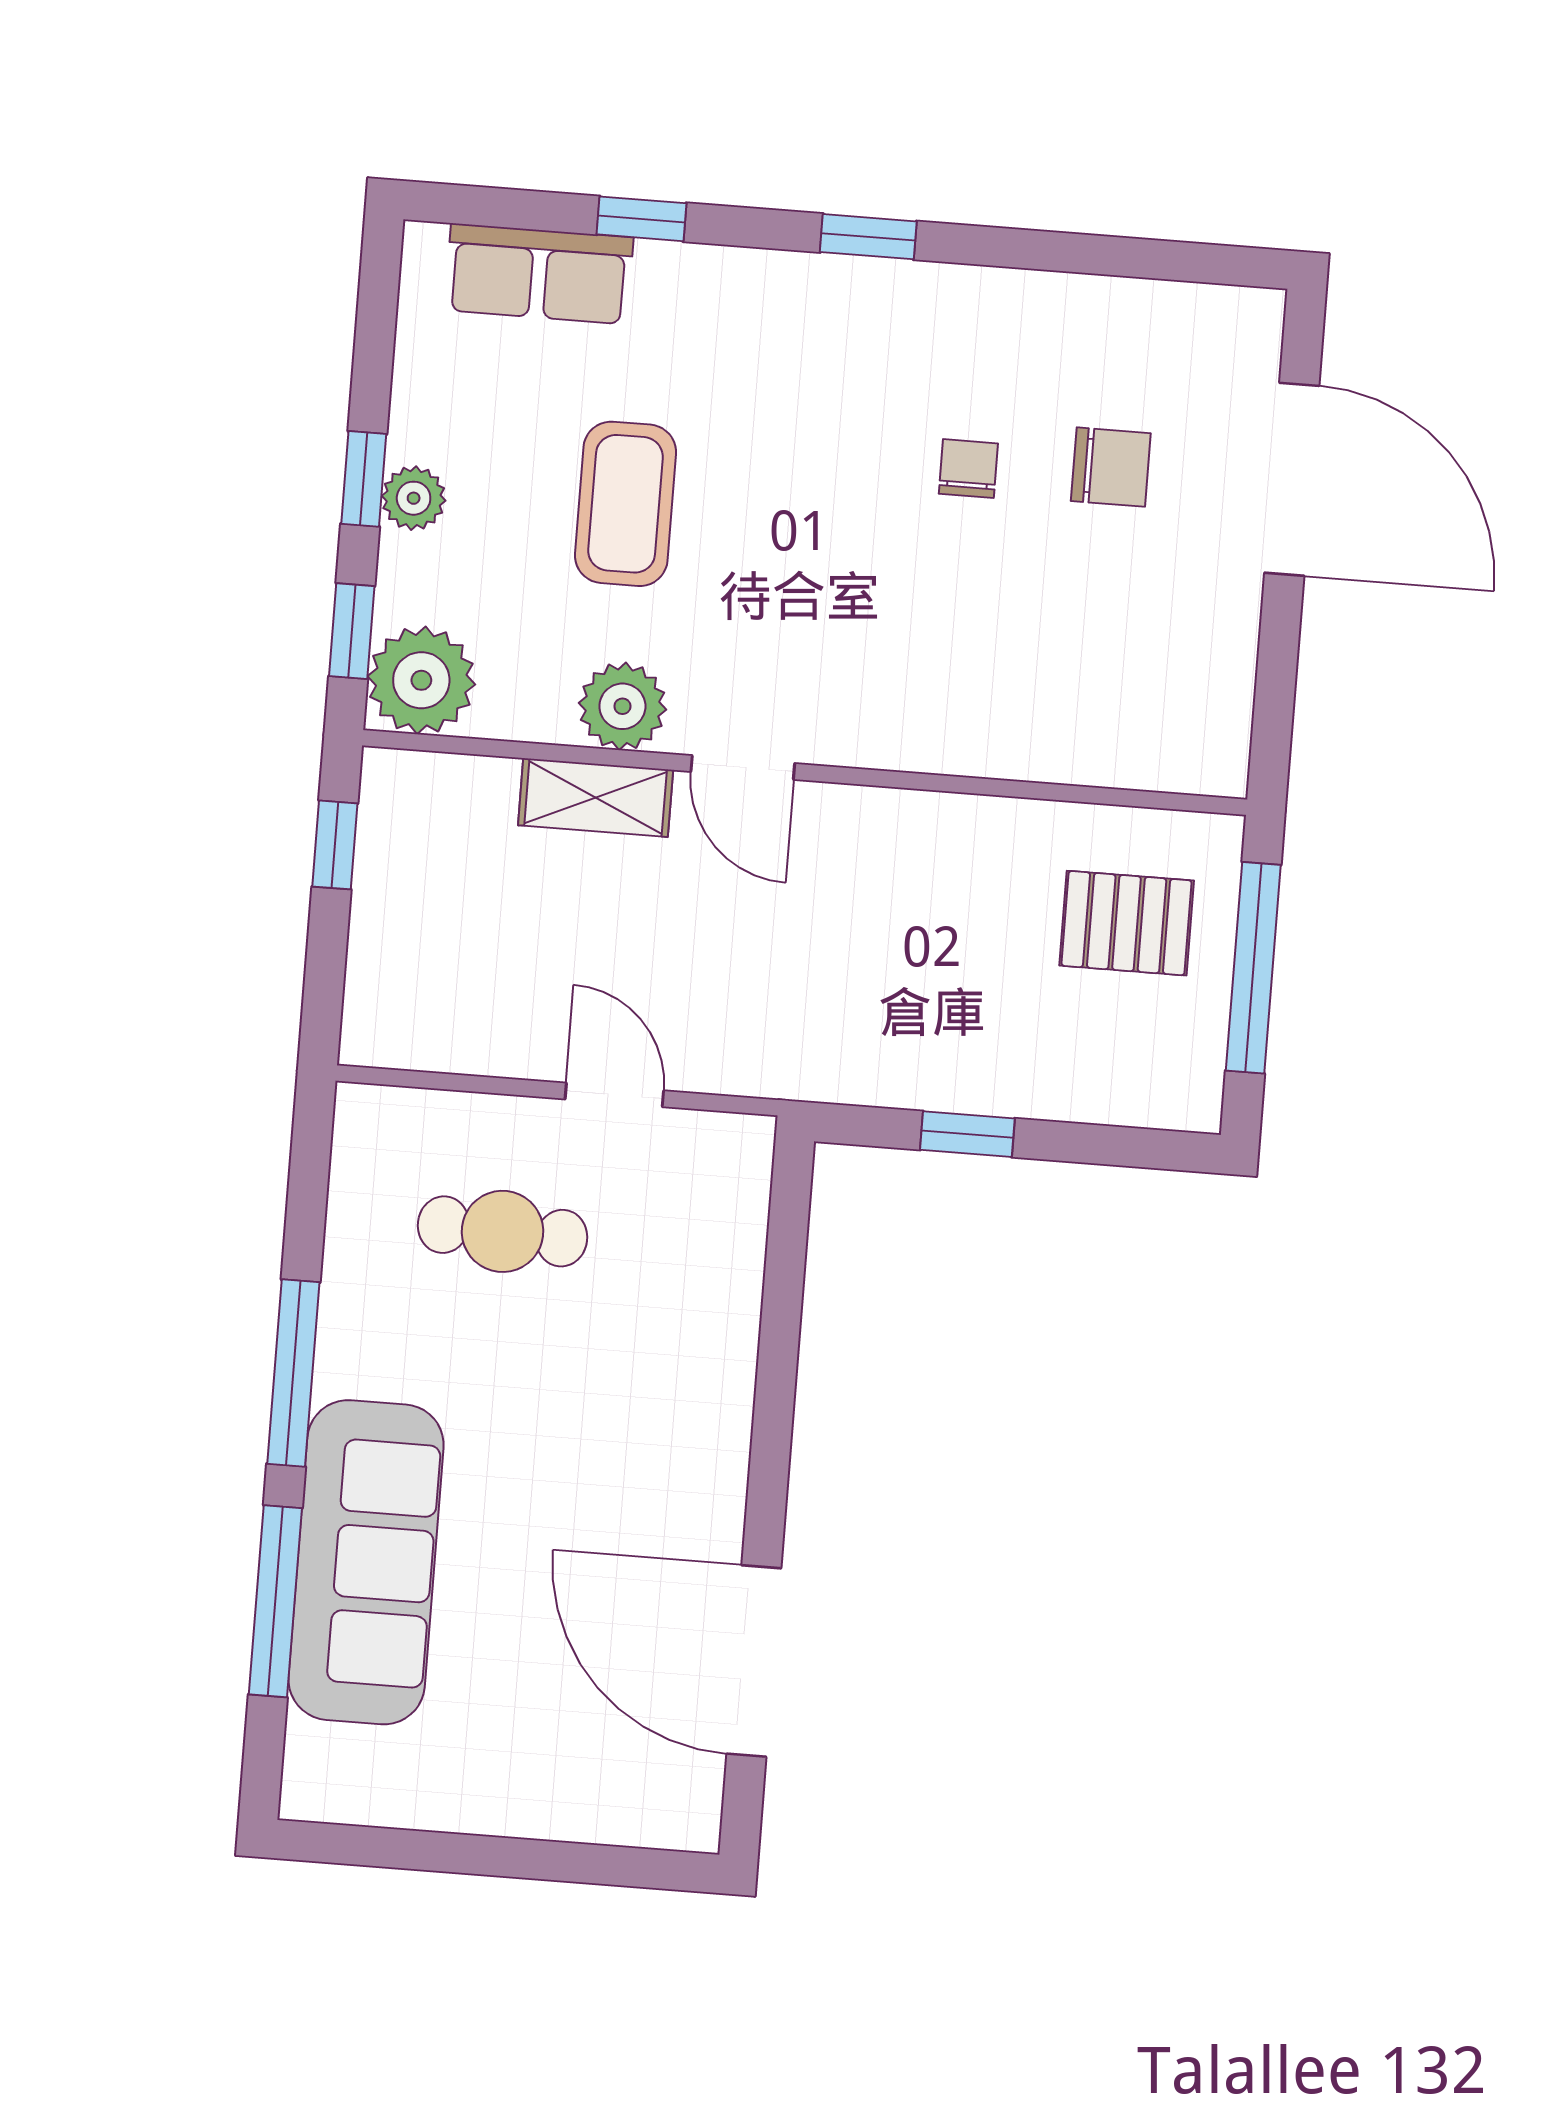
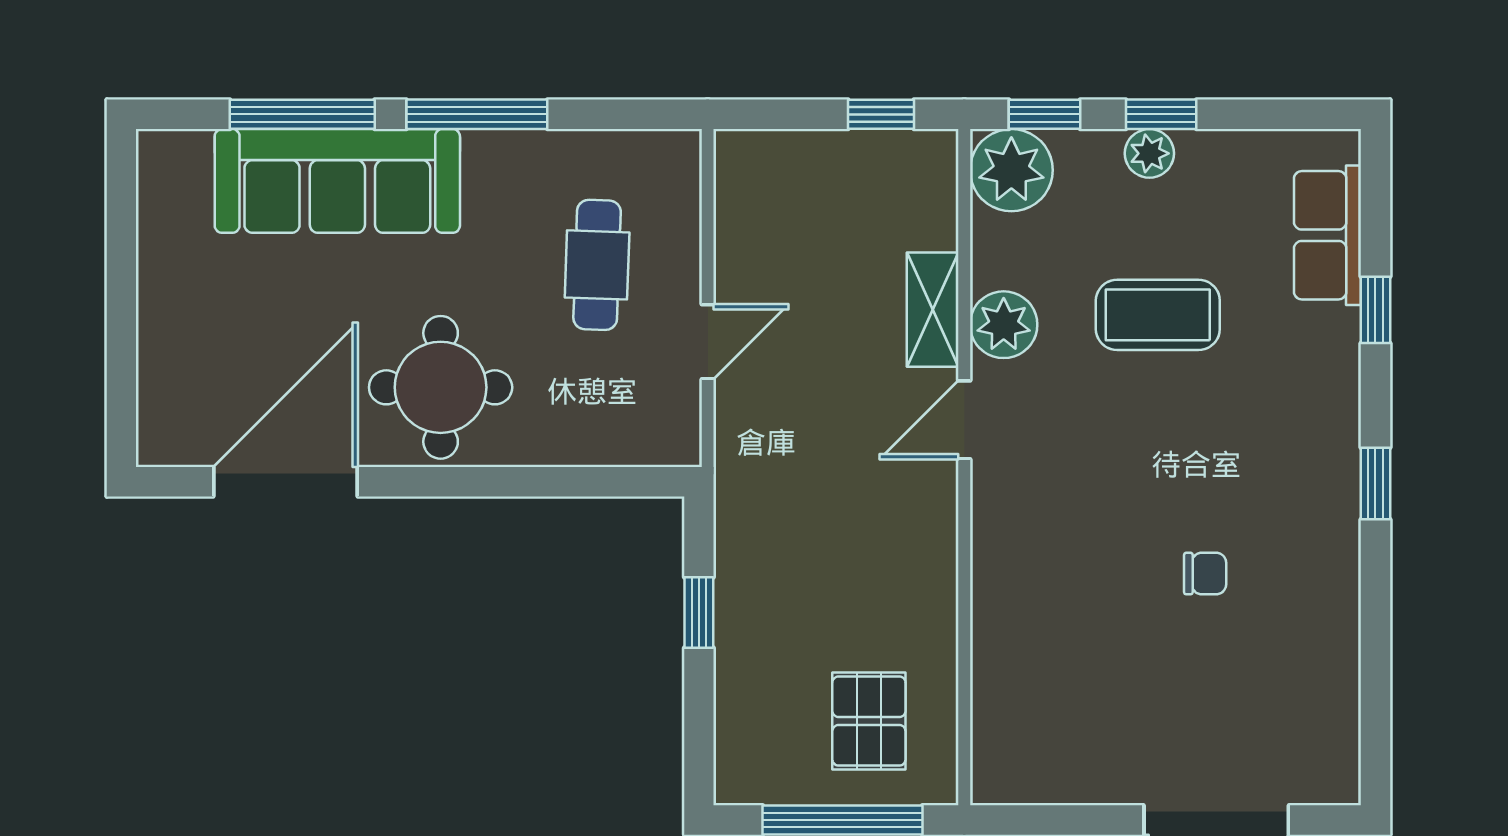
chair: (1111, 467) -> (1215, 682), removed
round table: (646, 1449) -> (441, 387), added

